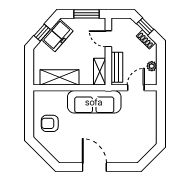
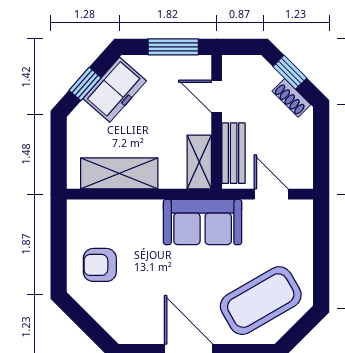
plant: (152, 66) -> (303, 151), removed
door: (136, 88) -> (271, 194), hinge flipped
sofa: (94, 102) -> (203, 222), width x0.73
coffee table: (131, 141) -> (261, 301), added

